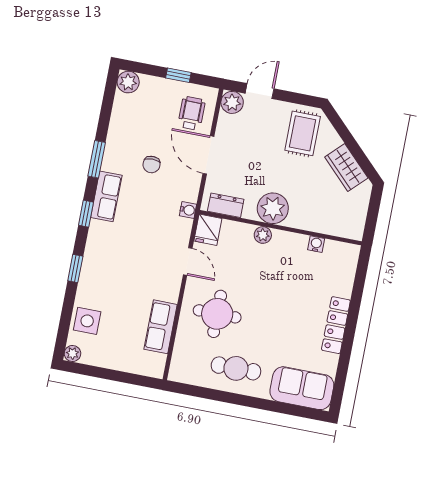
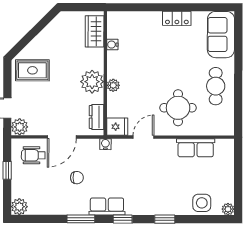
wardrobe: (346, 167) -> (95, 31), moved, turned 135
locker: (336, 325) -> (177, 18), width x0.66

